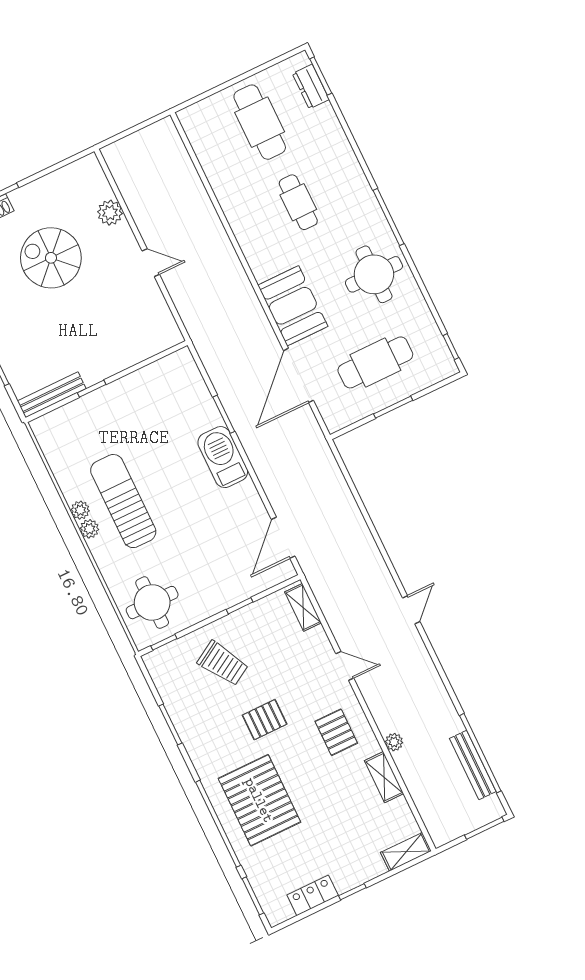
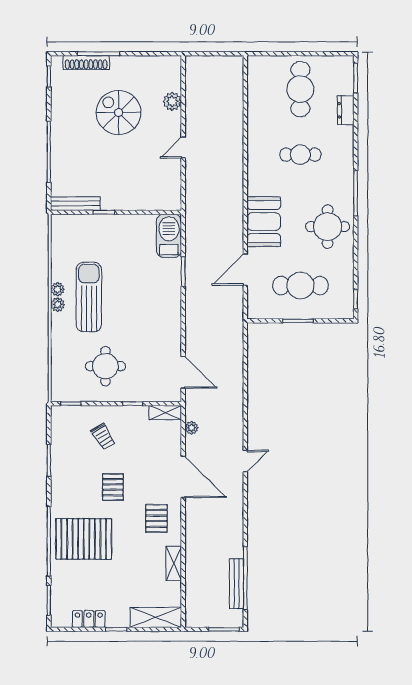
dresser: (311, 87) -> (346, 110), moved
cafe table: (298, 202) -> (300, 155), turned 90
door: (151, 263) -> (183, 147), swing flipped
door: (299, 375) -> (245, 270), width x0.73
barbecue: (223, 457) -> (169, 236), moved
door: (283, 538) -> (183, 372), swing flipped
round table: (152, 603) -> (105, 366), moved
shelving: (303, 607) -> (165, 413), moved, turned 90
trolley: (223, 663) -> (103, 436), width x0.73, depth x0.72
door: (345, 666) -> (183, 477), width x1.88
pallet: (265, 720) -> (113, 487), turned 90
plant: (394, 742) -> (192, 428), moved
pallet: (259, 800) -> (84, 539), turned 90
shelving: (406, 852) -> (156, 617), width x1.50, depth x1.33

